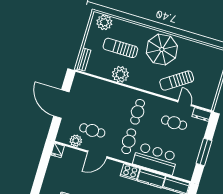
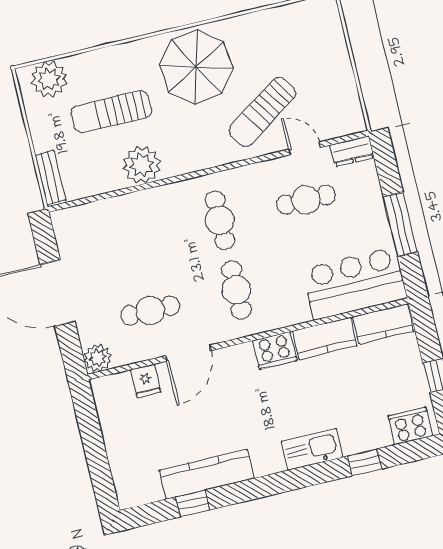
plant: (76, 141) -> (98, 358), moved
fridge: (58, 150) -> (146, 381), moved
bar counter: (155, 159) -> (355, 283), moved

